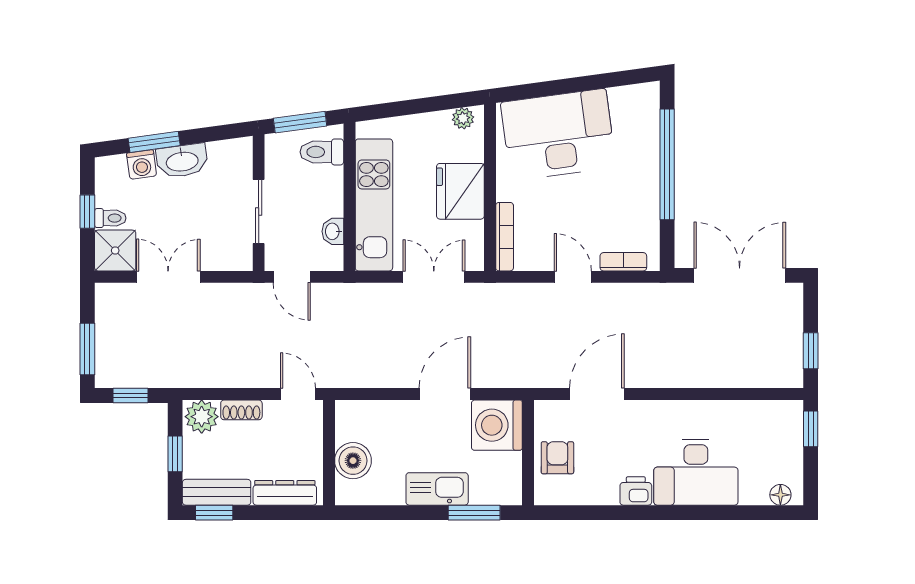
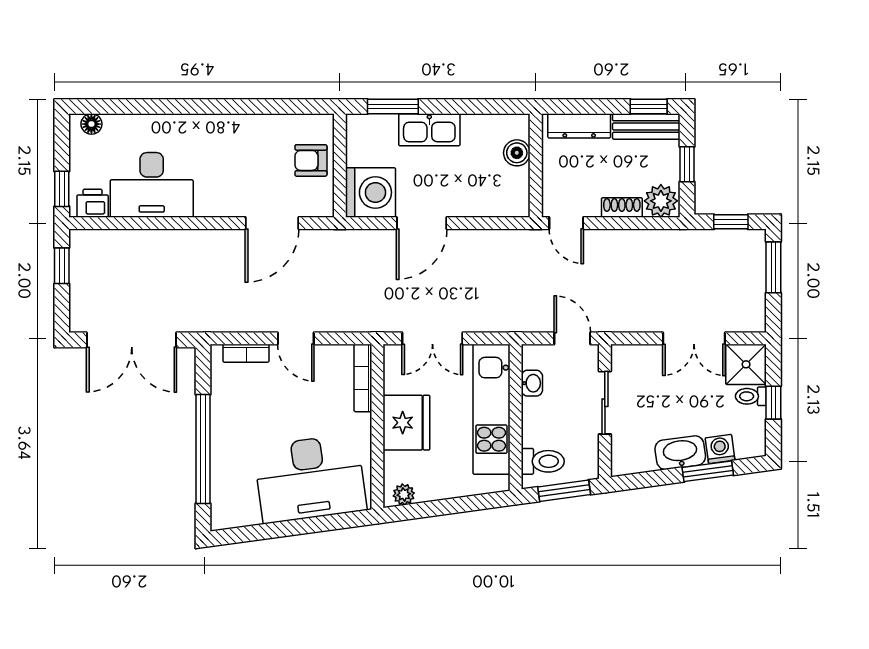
armchair: (557, 458) -> (311, 160), turned 90
boiler: (353, 461) -> (517, 153), width x0.73, depth x0.73
desk: (696, 472) -> (152, 185), moved, turned 180
printer: (636, 491) -> (93, 203), moved, turned 180

